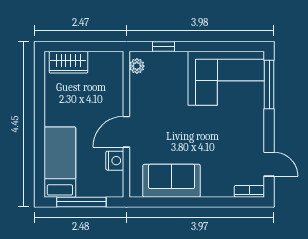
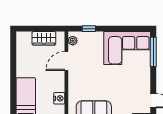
wardrobe: (68, 62) -> (44, 38), moved
door: (126, 132) -> (66, 61), moved

